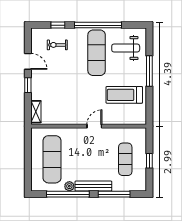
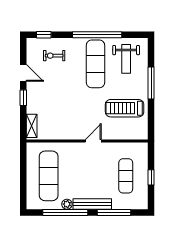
window: (58, 25) -> (44, 35), moved
weight bench: (126, 48) -> (126, 59), turned -90

